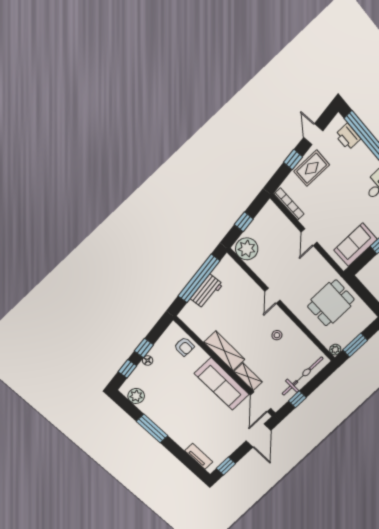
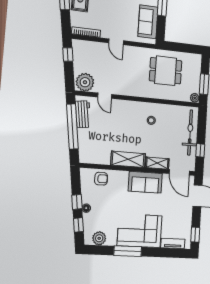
window: (244, 222) -> (68, 54), moved
workbench: (207, 291) -> (83, 114), moved
door: (272, 296) -> (105, 96), moved
dining table: (331, 303) -> (166, 71), turned 90
sofa: (222, 384) -> (145, 182), width x0.73
corner sofa: (179, 421) -> (140, 231), added

